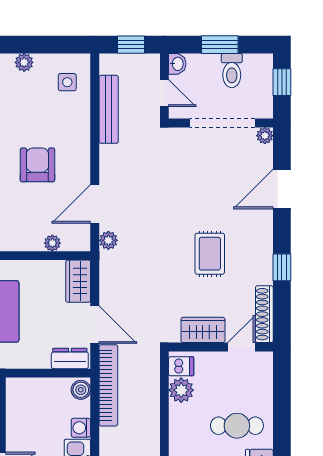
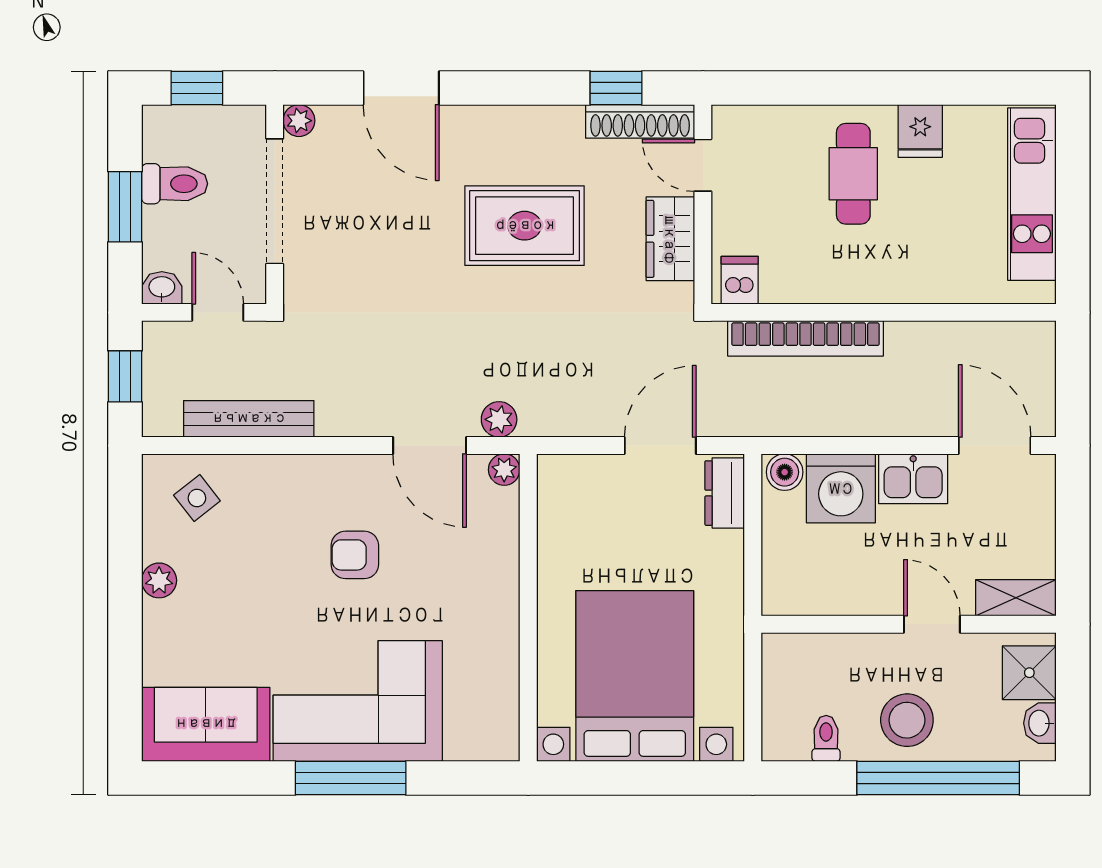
side table: (67, 82) -> (197, 498), turned -38
door: (164, 93) -> (218, 312), hinge flipped
armchair: (37, 165) -> (355, 555), width x0.72, depth x0.72
plant: (52, 243) -> (504, 470), moved
rug: (210, 254) -> (525, 226), width x1.36, depth x1.43
window: (282, 267) -> (616, 88), moved
wardrobe: (78, 281) -> (577, 477), removed
bookcase: (108, 385) -> (805, 338), moved, turned 180
plant: (181, 390) -> (785, 280), removed
washing machine: (81, 428) -> (841, 488), width x1.89, depth x1.89

